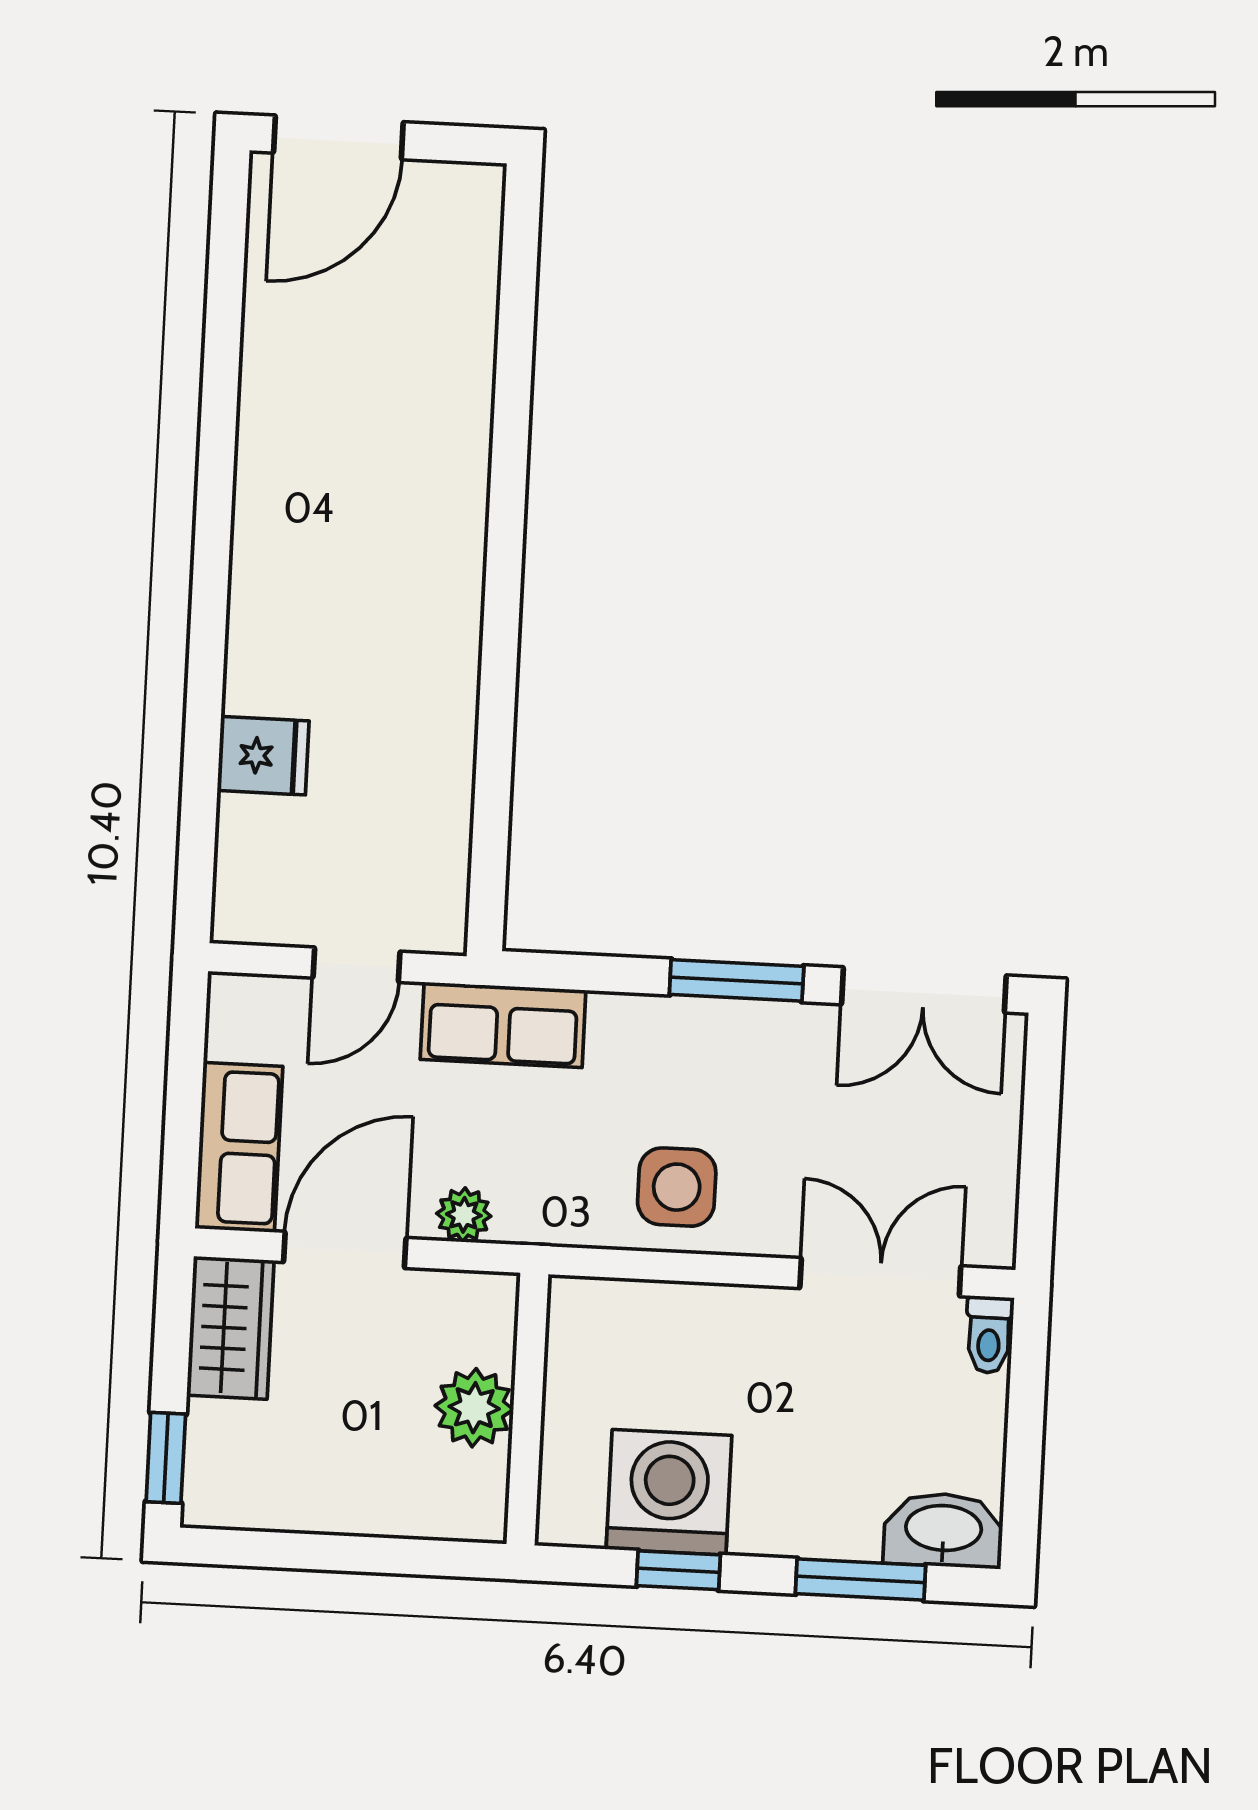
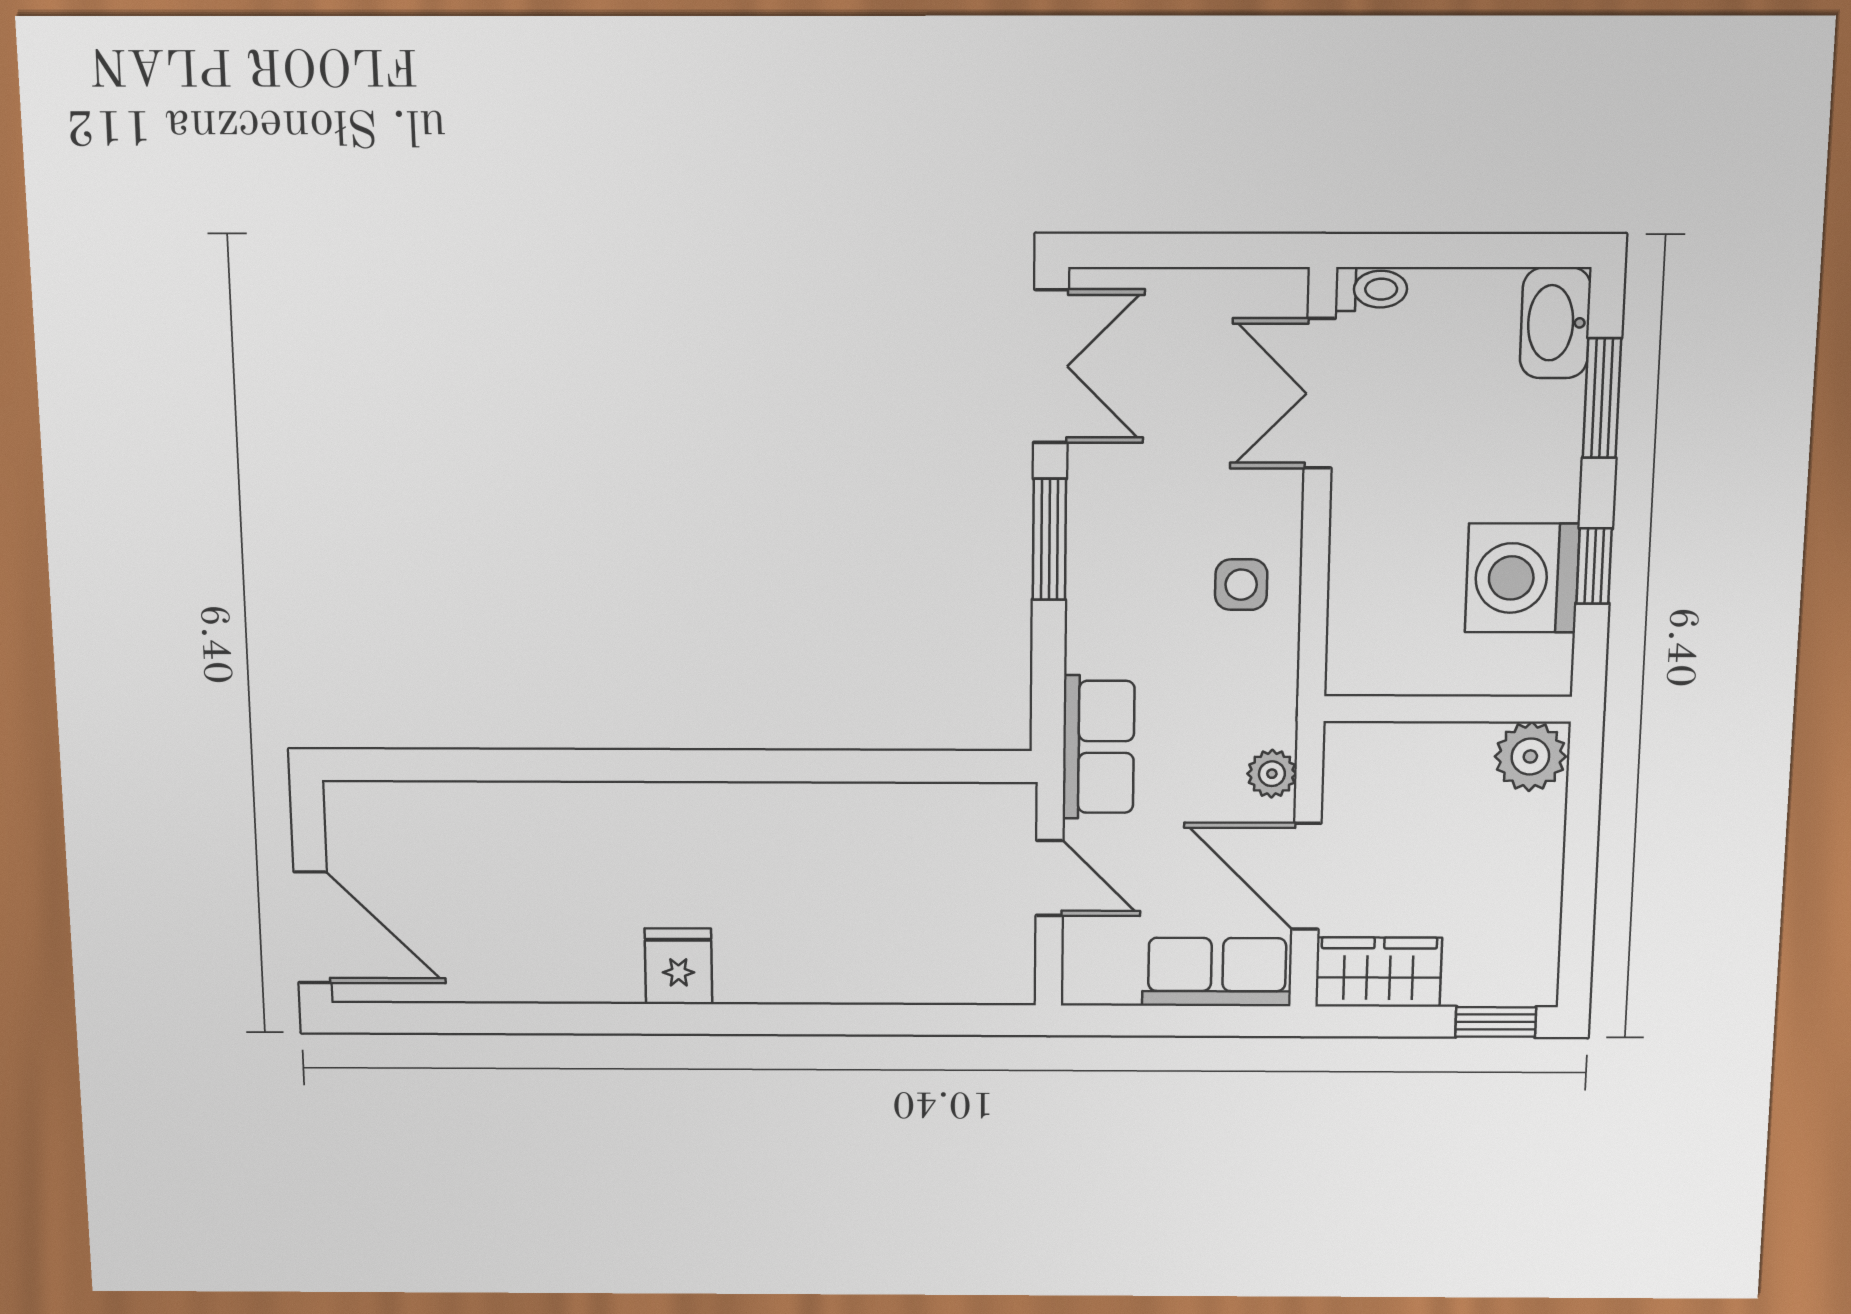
fridge: (263, 756) -> (678, 966), moved
side table: (677, 1187) -> (1241, 585), width x0.73, depth x0.73
plant: (474, 1408) -> (1530, 756), moved

